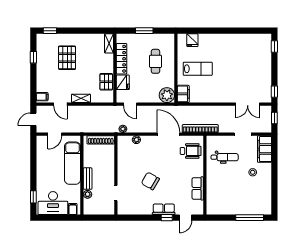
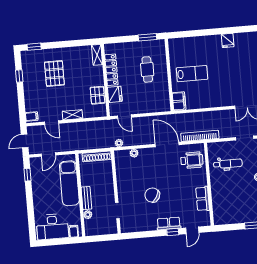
window: (144, 31) -> (147, 37), moved
fridge: (192, 40) -> (228, 40), moved
plant: (167, 95) -> (162, 104), removed
window: (33, 197) -> (27, 175), moved

